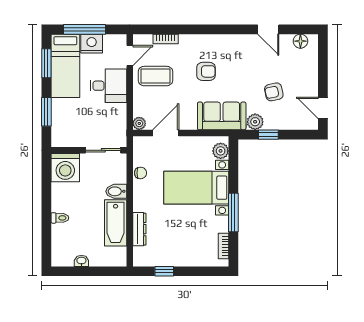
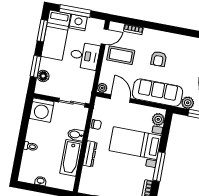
armchair: (206, 71) -> (159, 59), turned 90
sofa: (222, 116) -> (157, 93), width x1.36
floor lamp: (59, 122) -> (43, 76), added
door: (166, 133) -> (120, 99), hinge flipped
dresser: (139, 229) -> (90, 154), moved

